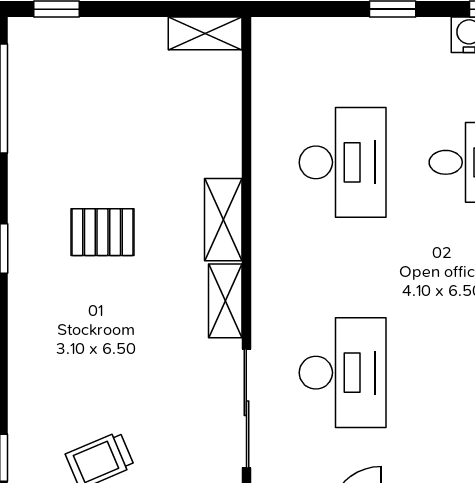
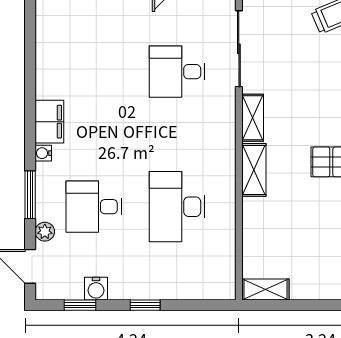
desk: (343, 373) -> (177, 72), width x0.73

